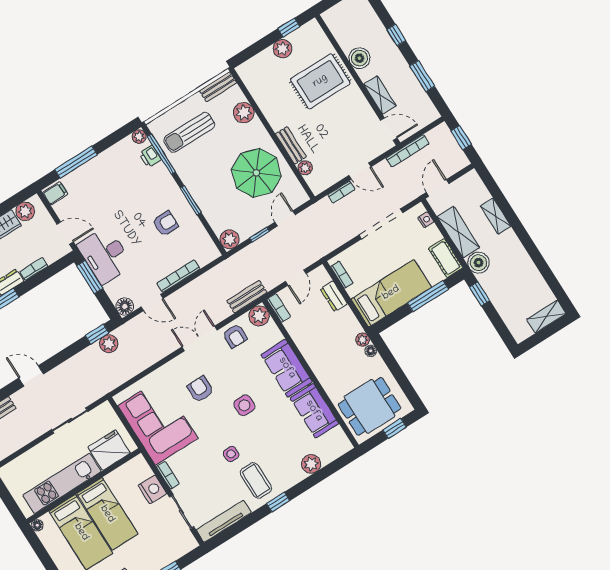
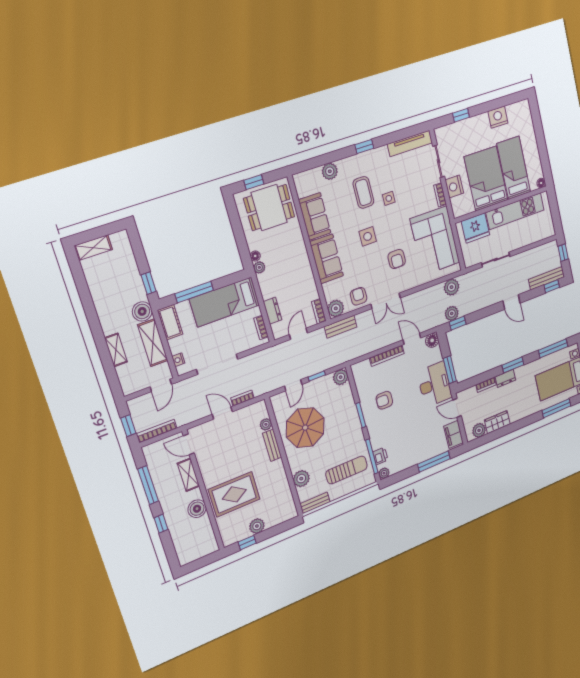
window: (422, 76) -> (148, 485), width x1.44
bookcase: (407, 151) -> (157, 431), moved
filing cabinet: (55, 193) -> (454, 434), width x2.00
plant: (119, 374) -> (452, 287), added
coffee table: (256, 480) -> (363, 192), moved
bed: (107, 514) -> (486, 179), width x1.50

